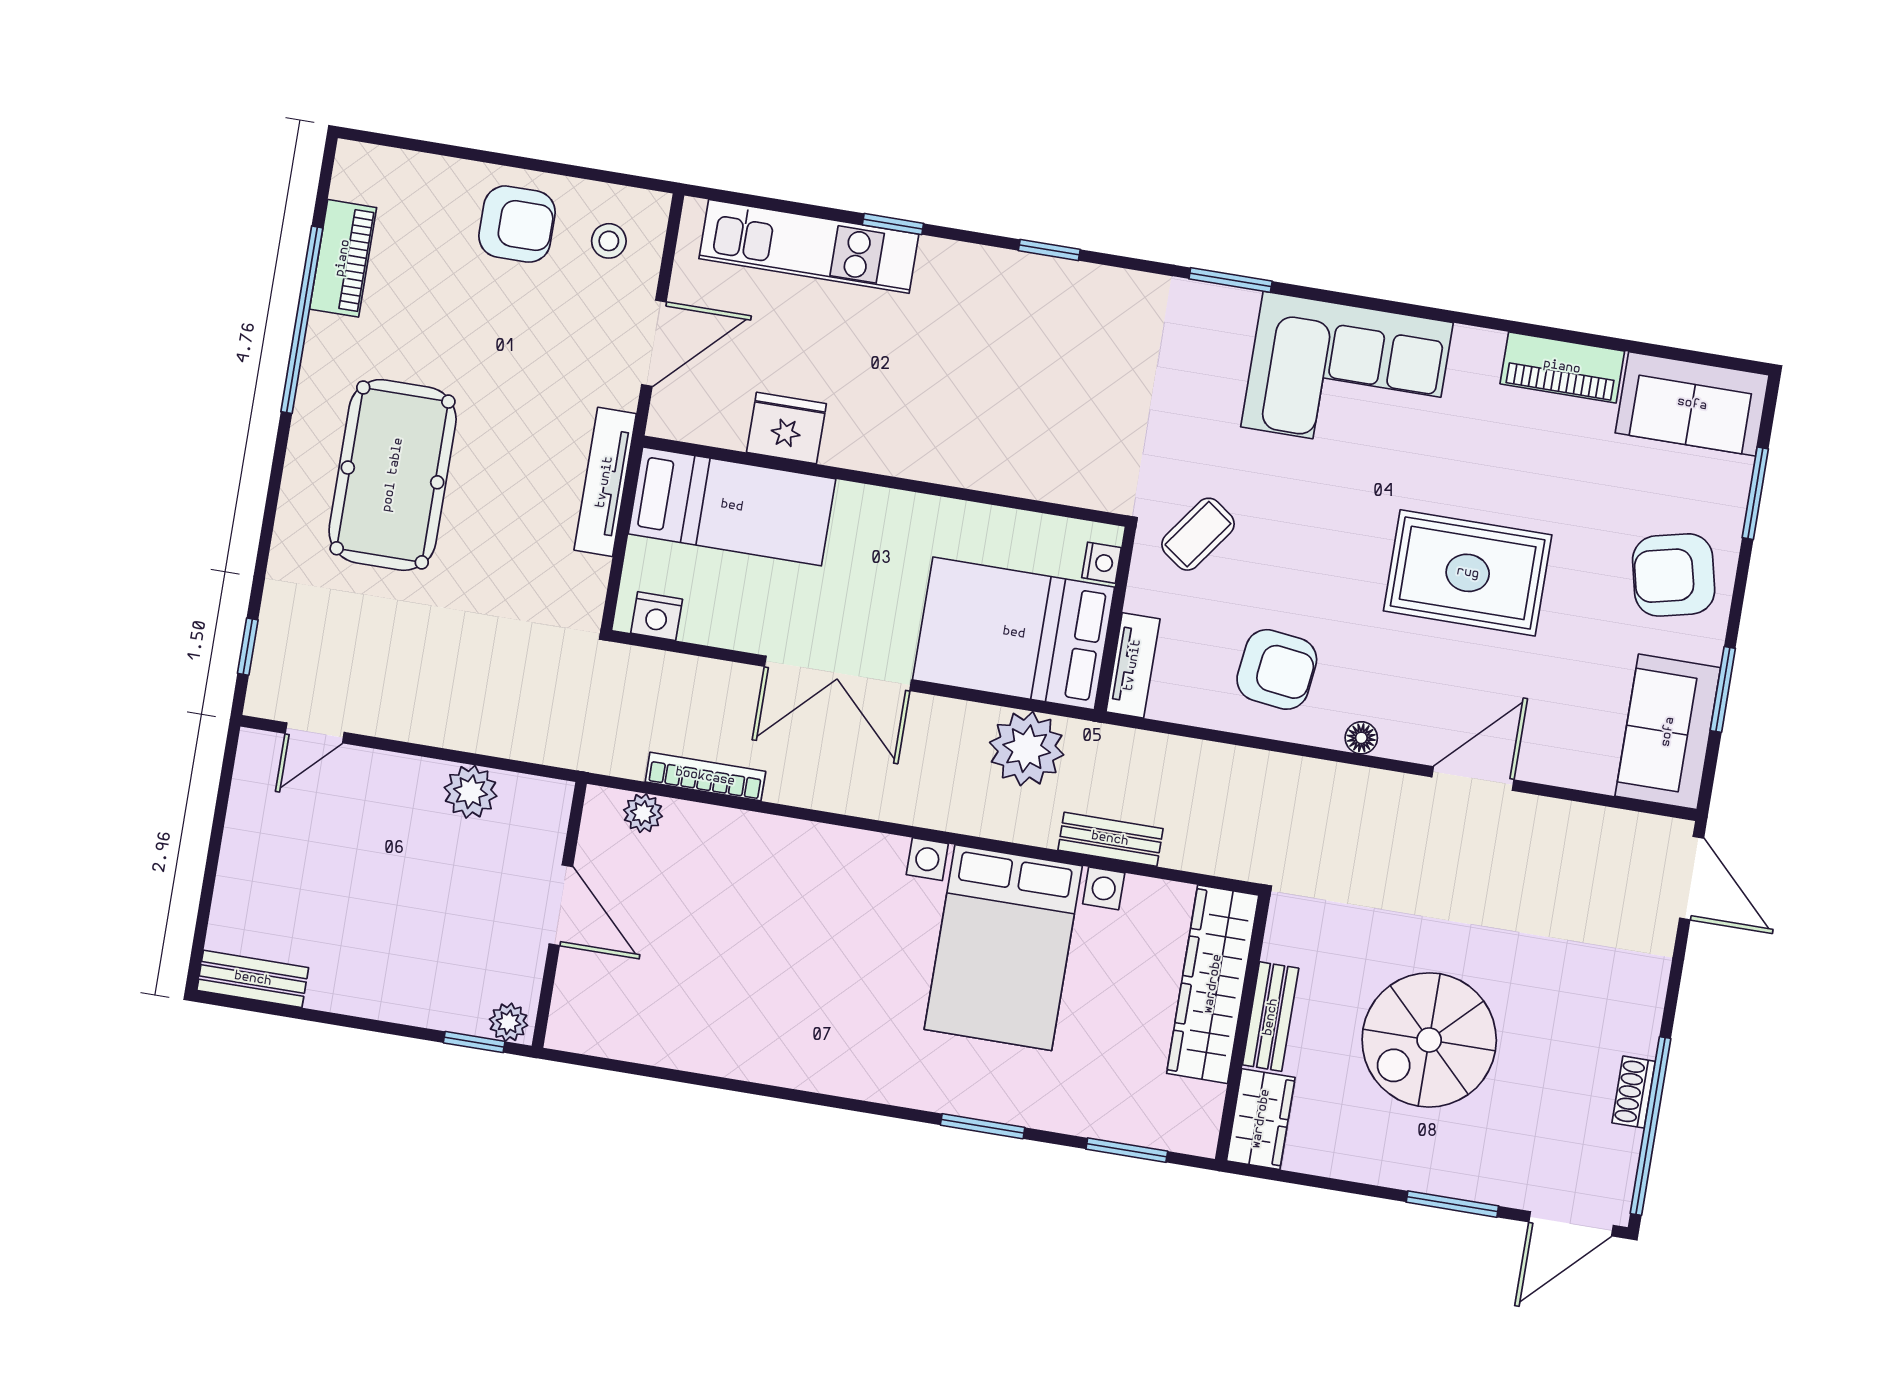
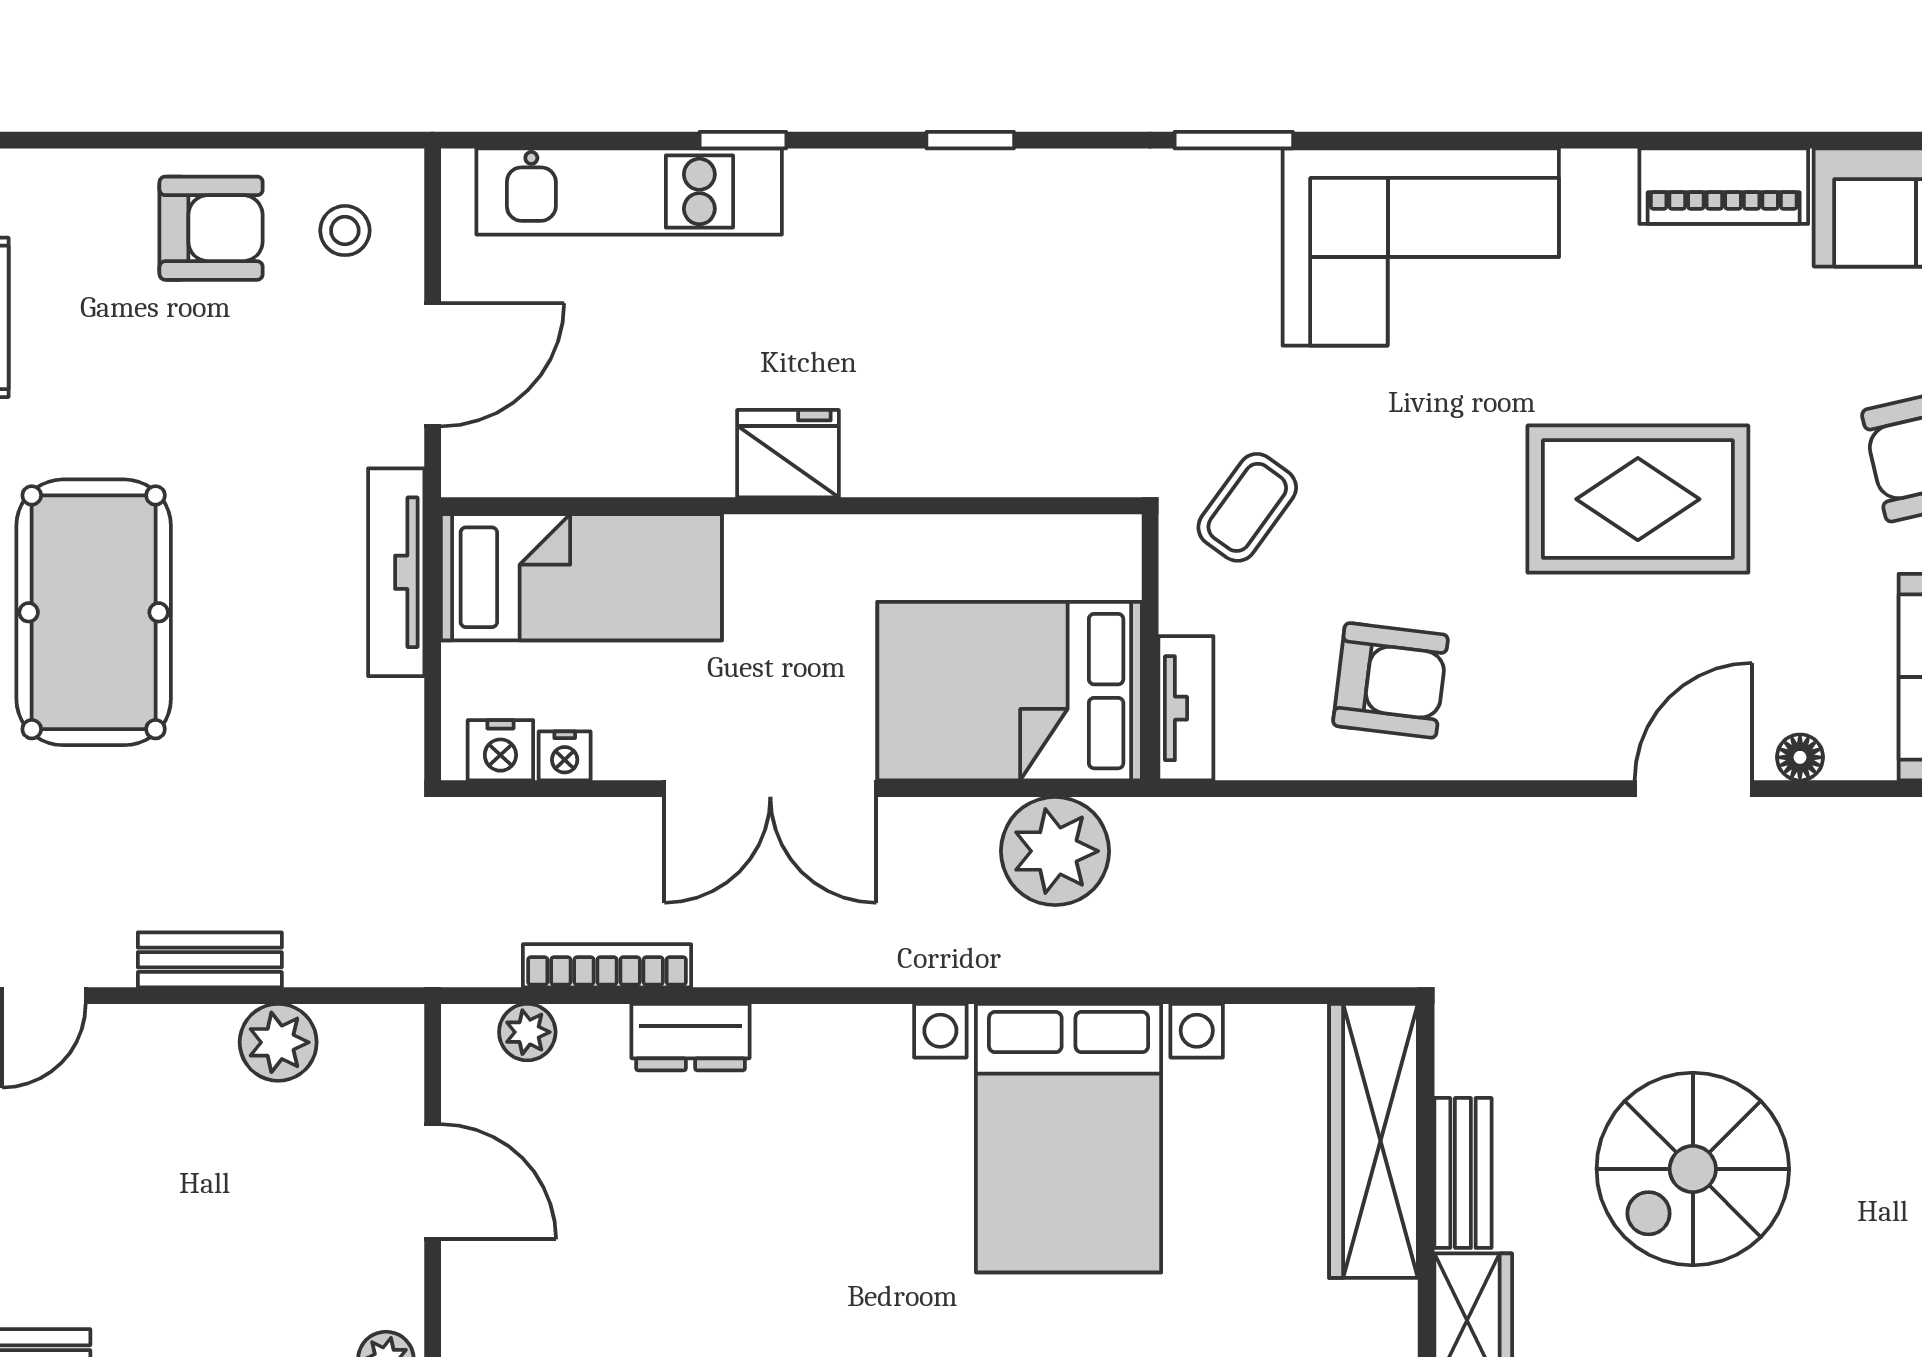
fridge: (786, 428) -> (788, 454), moved
nightstand: (1101, 563) -> (565, 756), moved, turned 90
floor lamp: (1361, 738) -> (1800, 757), moved
dresser: (755, 835) -> (691, 1037), added
bench: (1110, 839) -> (210, 960), moved

